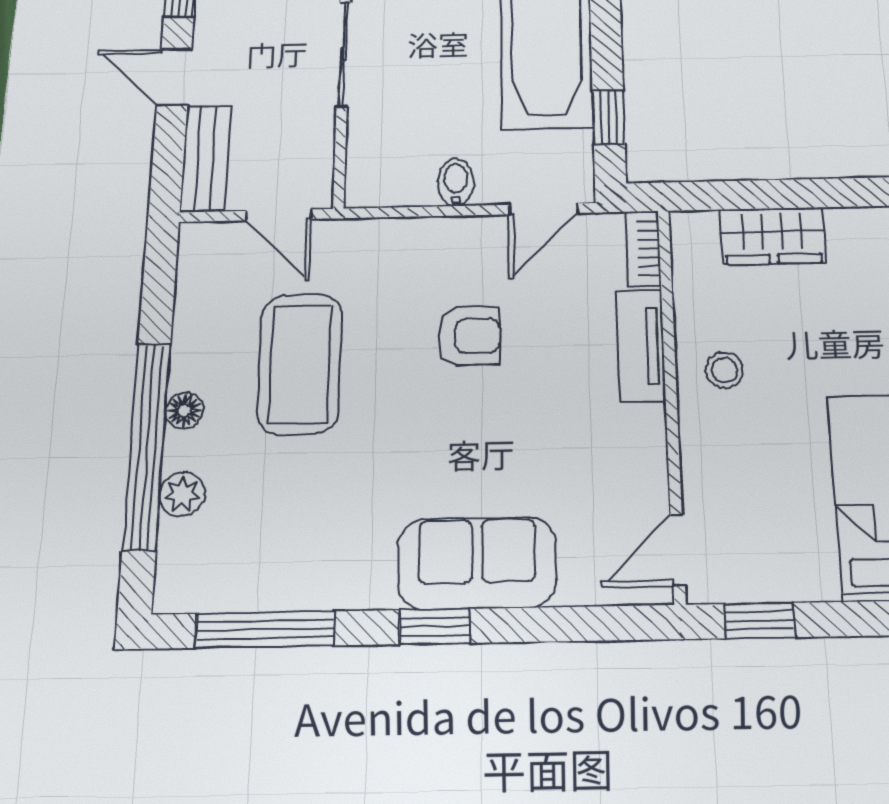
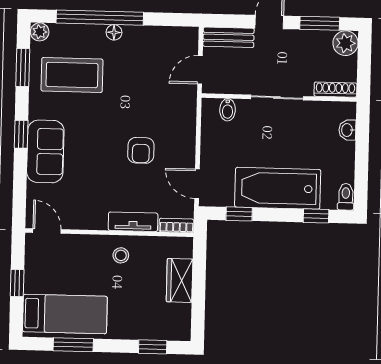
bidet: (456, 182) -> (228, 110), moved, turned 90
coffee table: (300, 364) -> (72, 75), moved
plant: (182, 494) -> (40, 32), moved
window: (759, 621) -> (17, 283), moved
window: (265, 630) -> (23, 68), width x0.69

